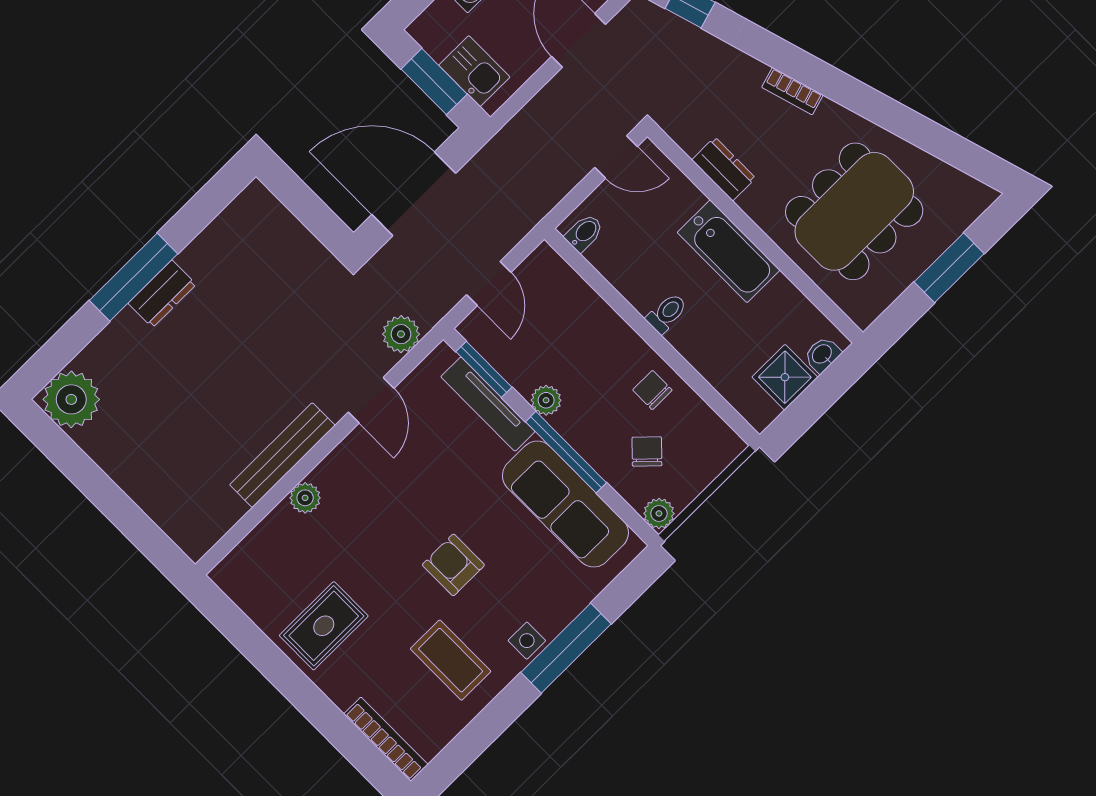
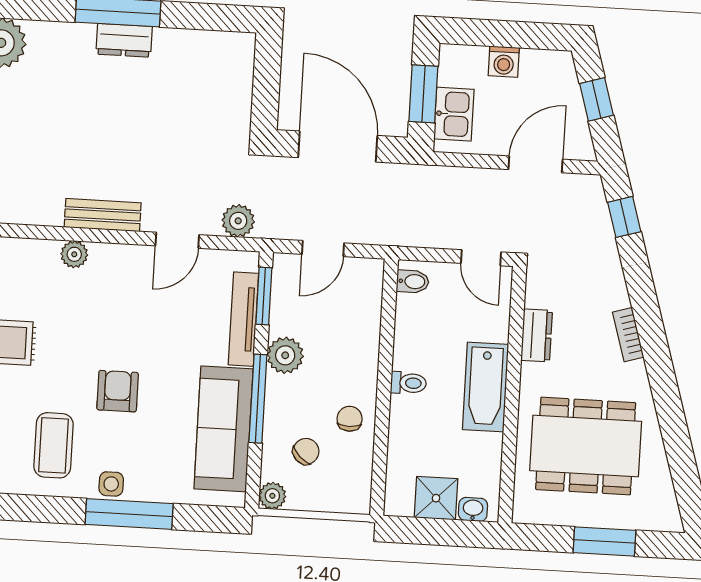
plant: (546, 400) -> (285, 355), width x1.38, depth x1.38
bench: (282, 455) -> (103, 215), width x0.73

